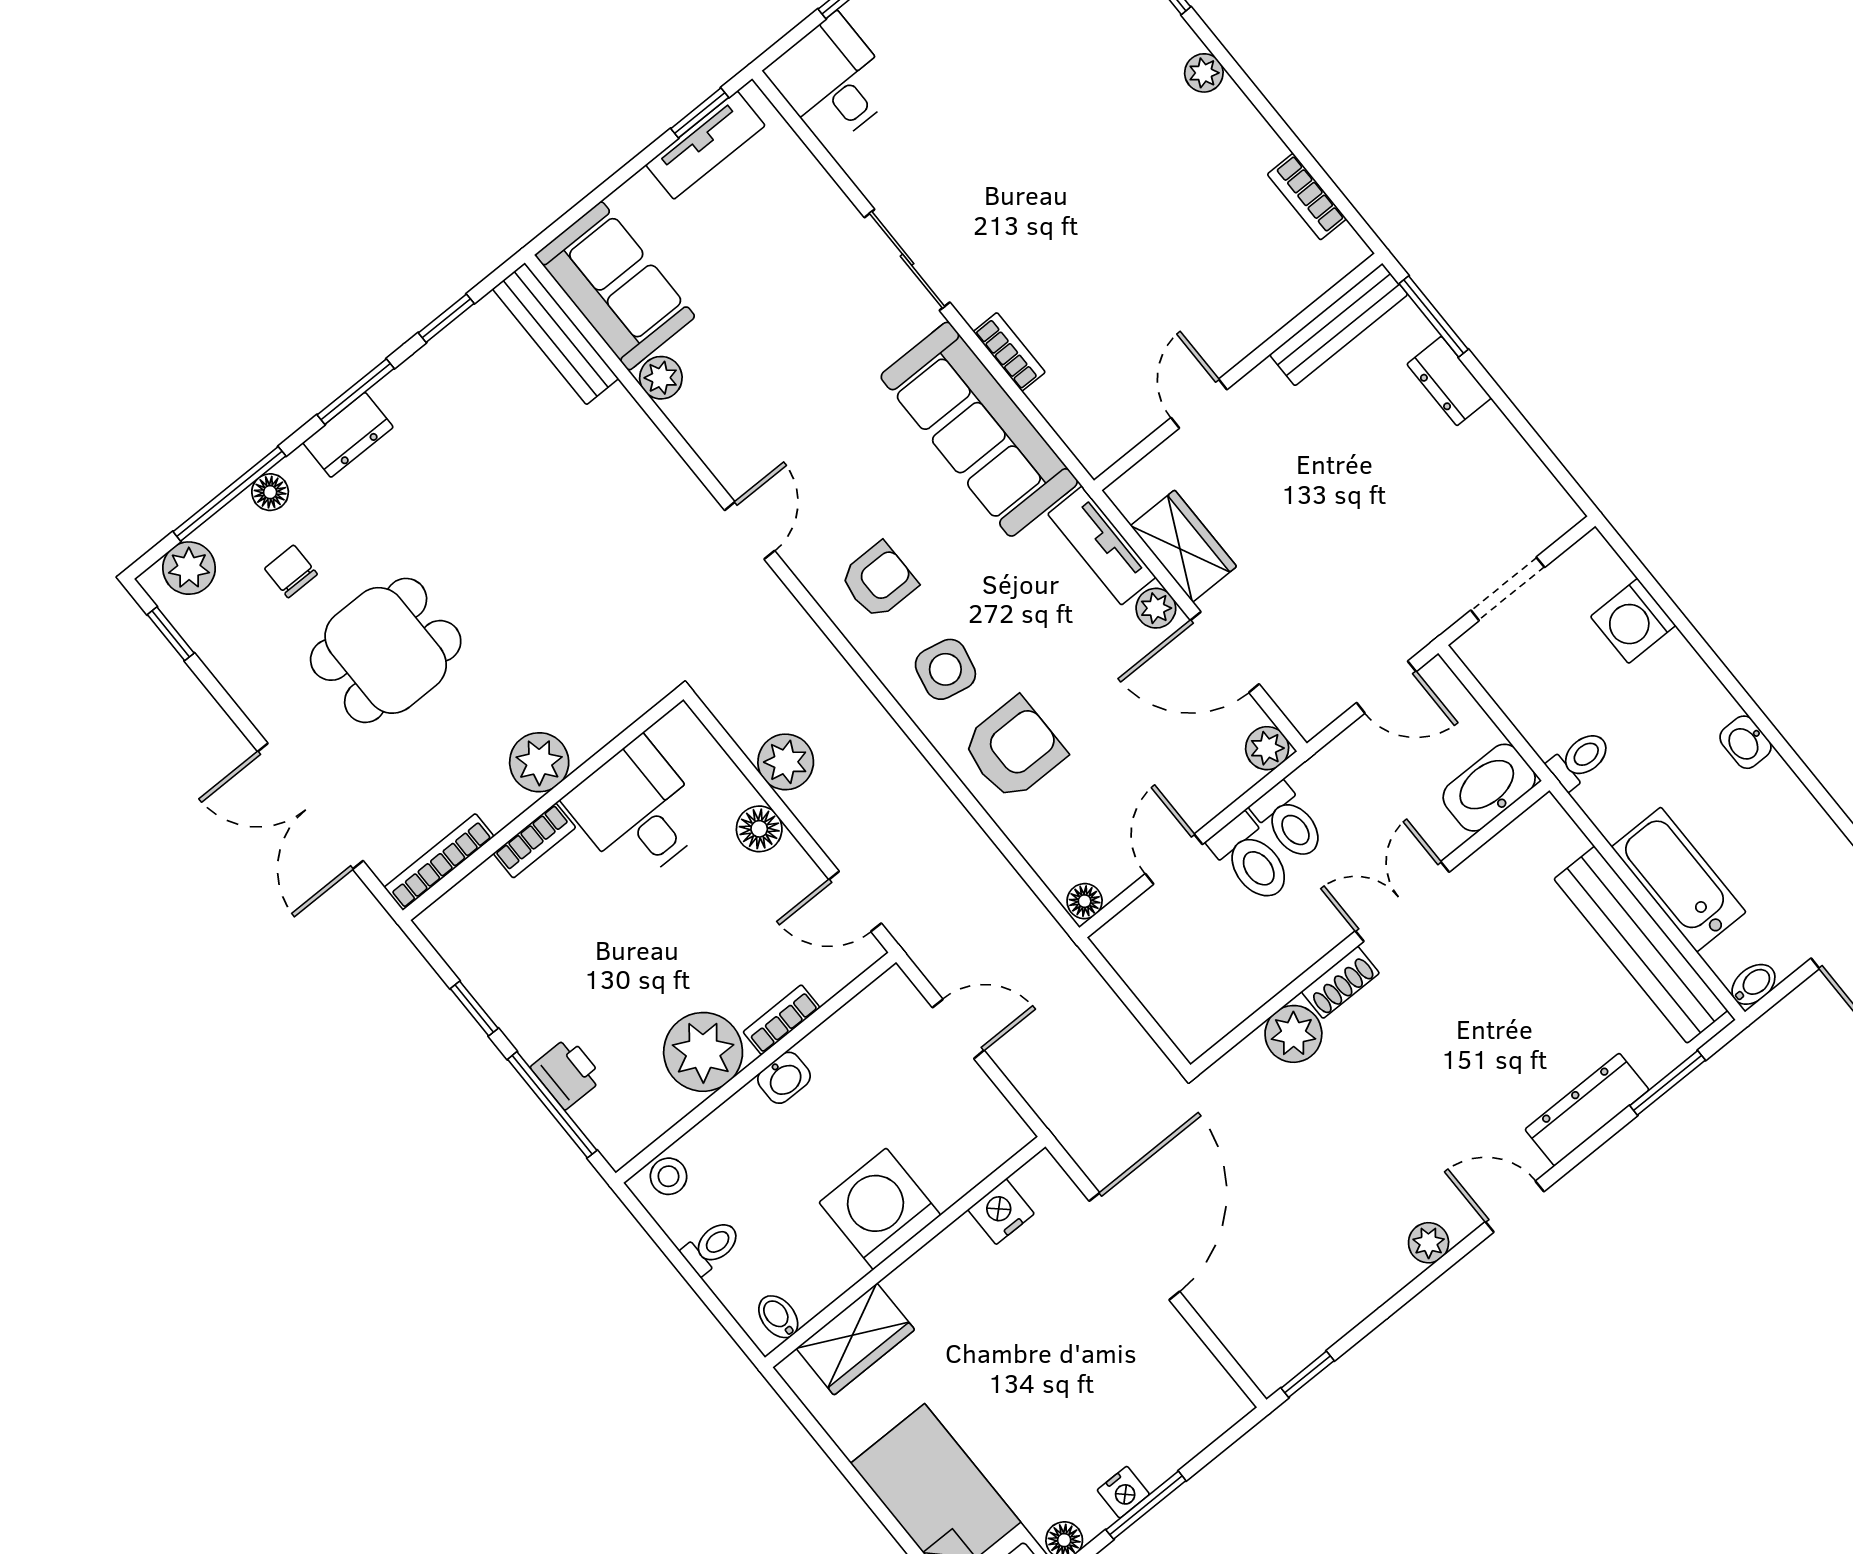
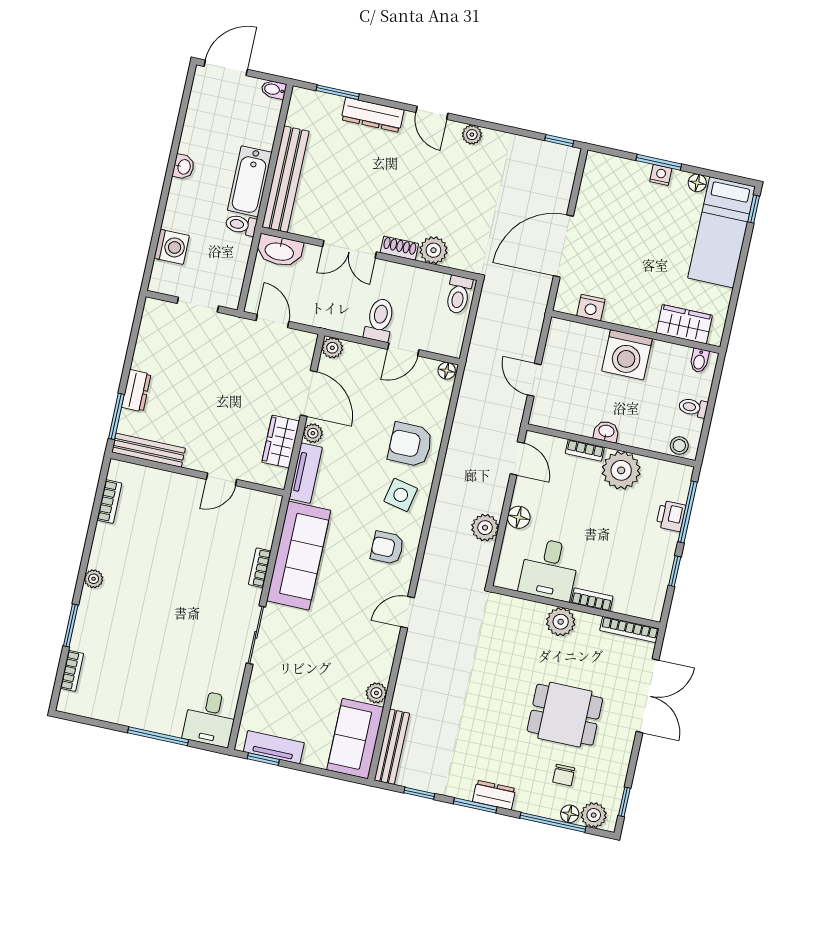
floor lamp: (270, 492) -> (570, 814), moved
toilet: (1289, 822) -> (459, 295), moved, turned 180
bathtub: (1679, 880) -> (250, 181), moved
bench: (1641, 945) -> (286, 179), moved

